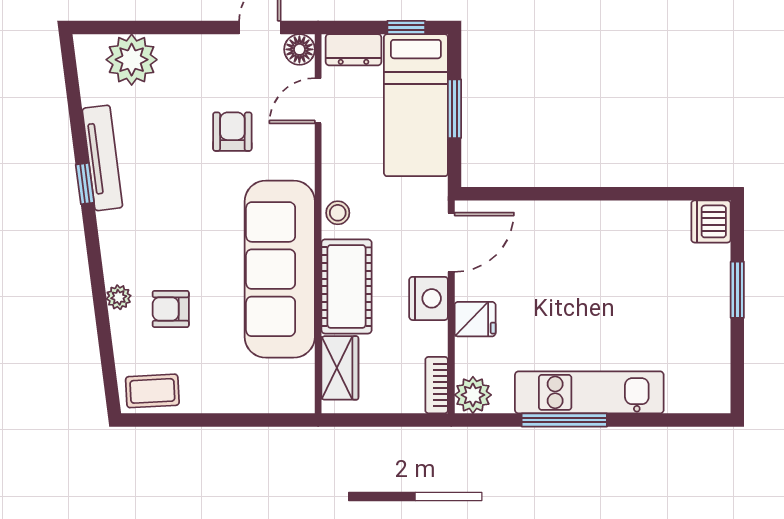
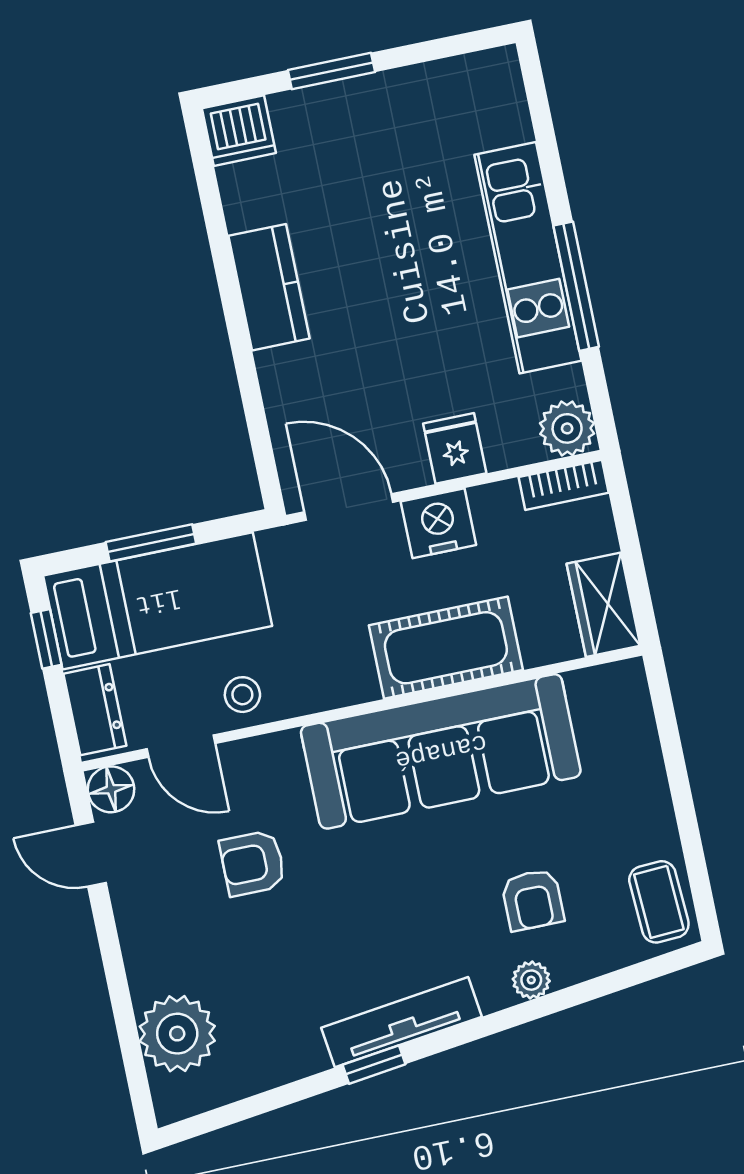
tv unit: (102, 158) -> (402, 1022), moved
stool: (338, 213) -> (242, 695), moved
kitchen counter: (605, 220) -> (269, 287), added
wardrobe: (340, 368) -> (604, 605), moved, turned -90

